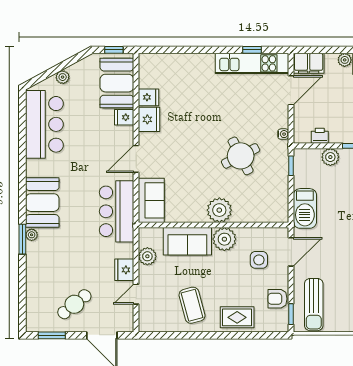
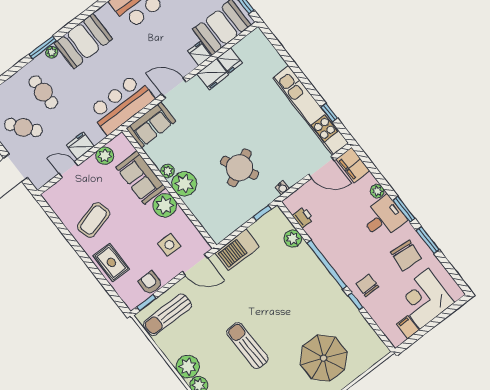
kitchen unit: (252, 63) -> (311, 110), width x1.36
plant: (199, 216) -> (168, 171), added
cafe table: (58, 266) -> (43, 92), added

